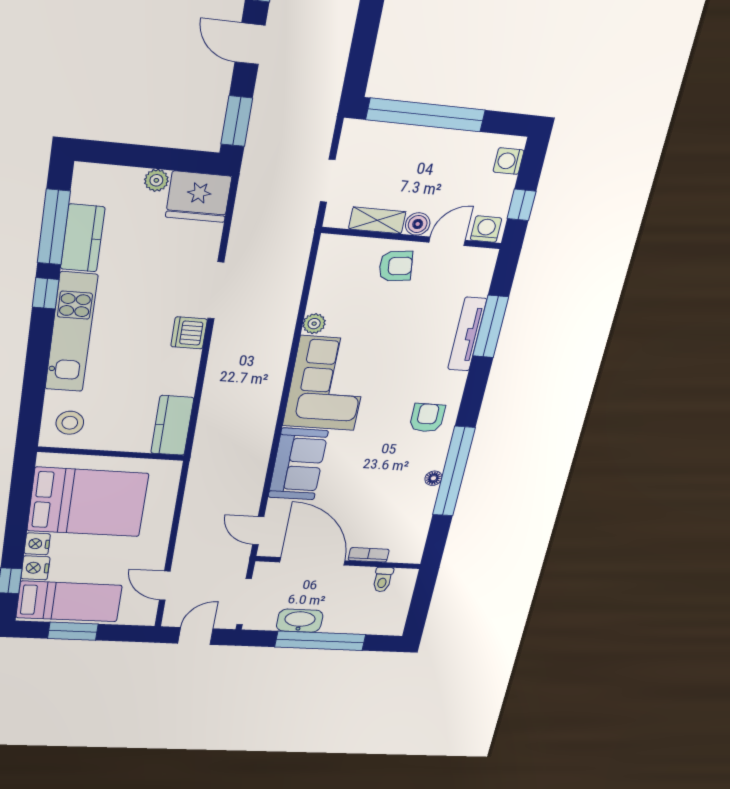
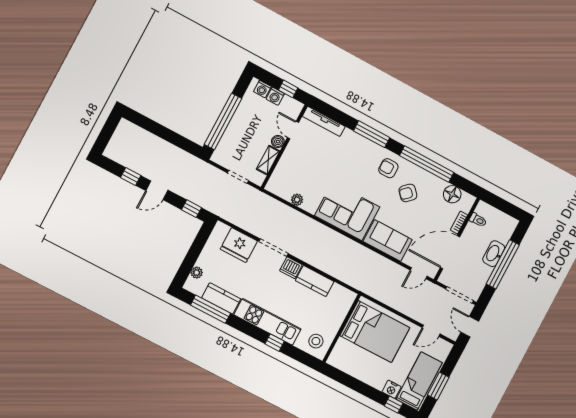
window: (237, 121) -> (192, 209), width x0.67
plant: (156, 180) -> (197, 273), moved
fridge: (199, 197) -> (239, 245), moved, turned 90
washing machine: (486, 229) -> (275, 96), moved, turned -90
armchair: (396, 266) -> (408, 193), moved, turned -126
window: (46, 293) -> (275, 343), moved
plant: (314, 324) -> (297, 200), moved
window: (491, 327) -> (372, 134), moved
tv unit: (467, 334) -> (324, 121), moved
kitchen counter: (172, 425) -> (315, 281), moved
floor lamp: (433, 478) -> (452, 194), moved, width x1.89, depth x1.89
bed: (88, 502) -> (375, 332), moved, turned 90
nightstand: (37, 544) -> (378, 383), removed
washbasin: (300, 621) -> (494, 254), moved

